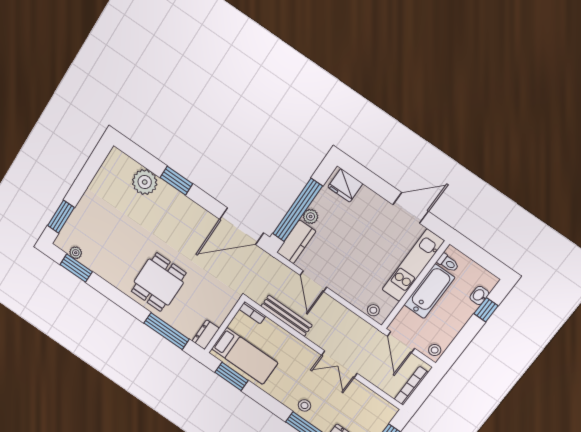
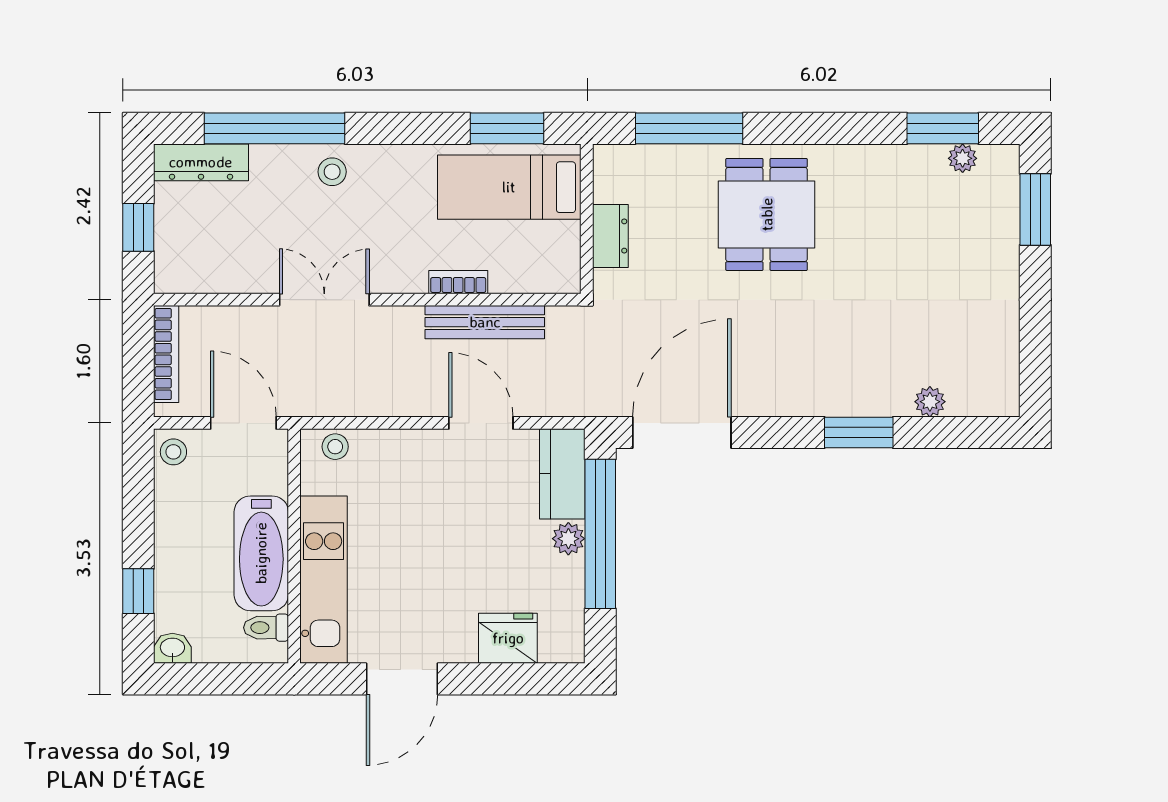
plant: (145, 182) -> (930, 402), width x0.53, depth x0.53
fridge: (345, 185) -> (508, 638), moved
washbasin: (479, 295) -> (172, 648), moved, turned -90
bookcase: (252, 313) -> (458, 282), moved
dresser: (206, 335) -> (610, 236), moved

